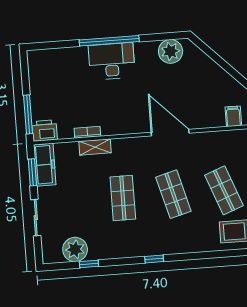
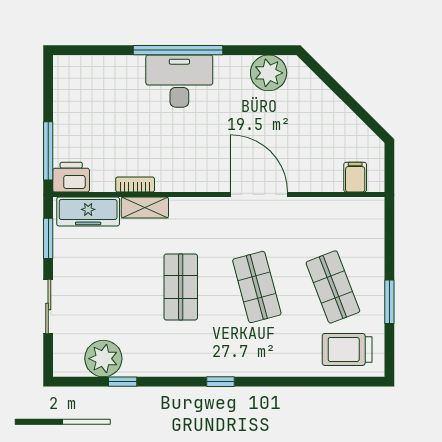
freezer: (45, 165) -> (88, 212), moved, turned 90

